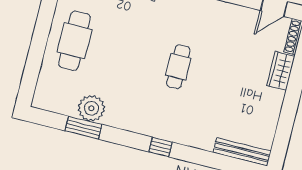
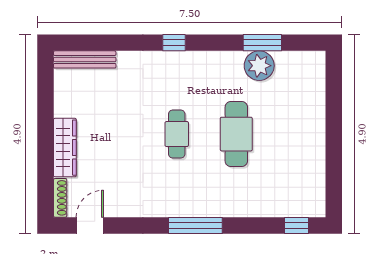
cafe table: (74, 41) -> (236, 134), moved
wardrobe: (281, 71) -> (65, 148), width x1.50

